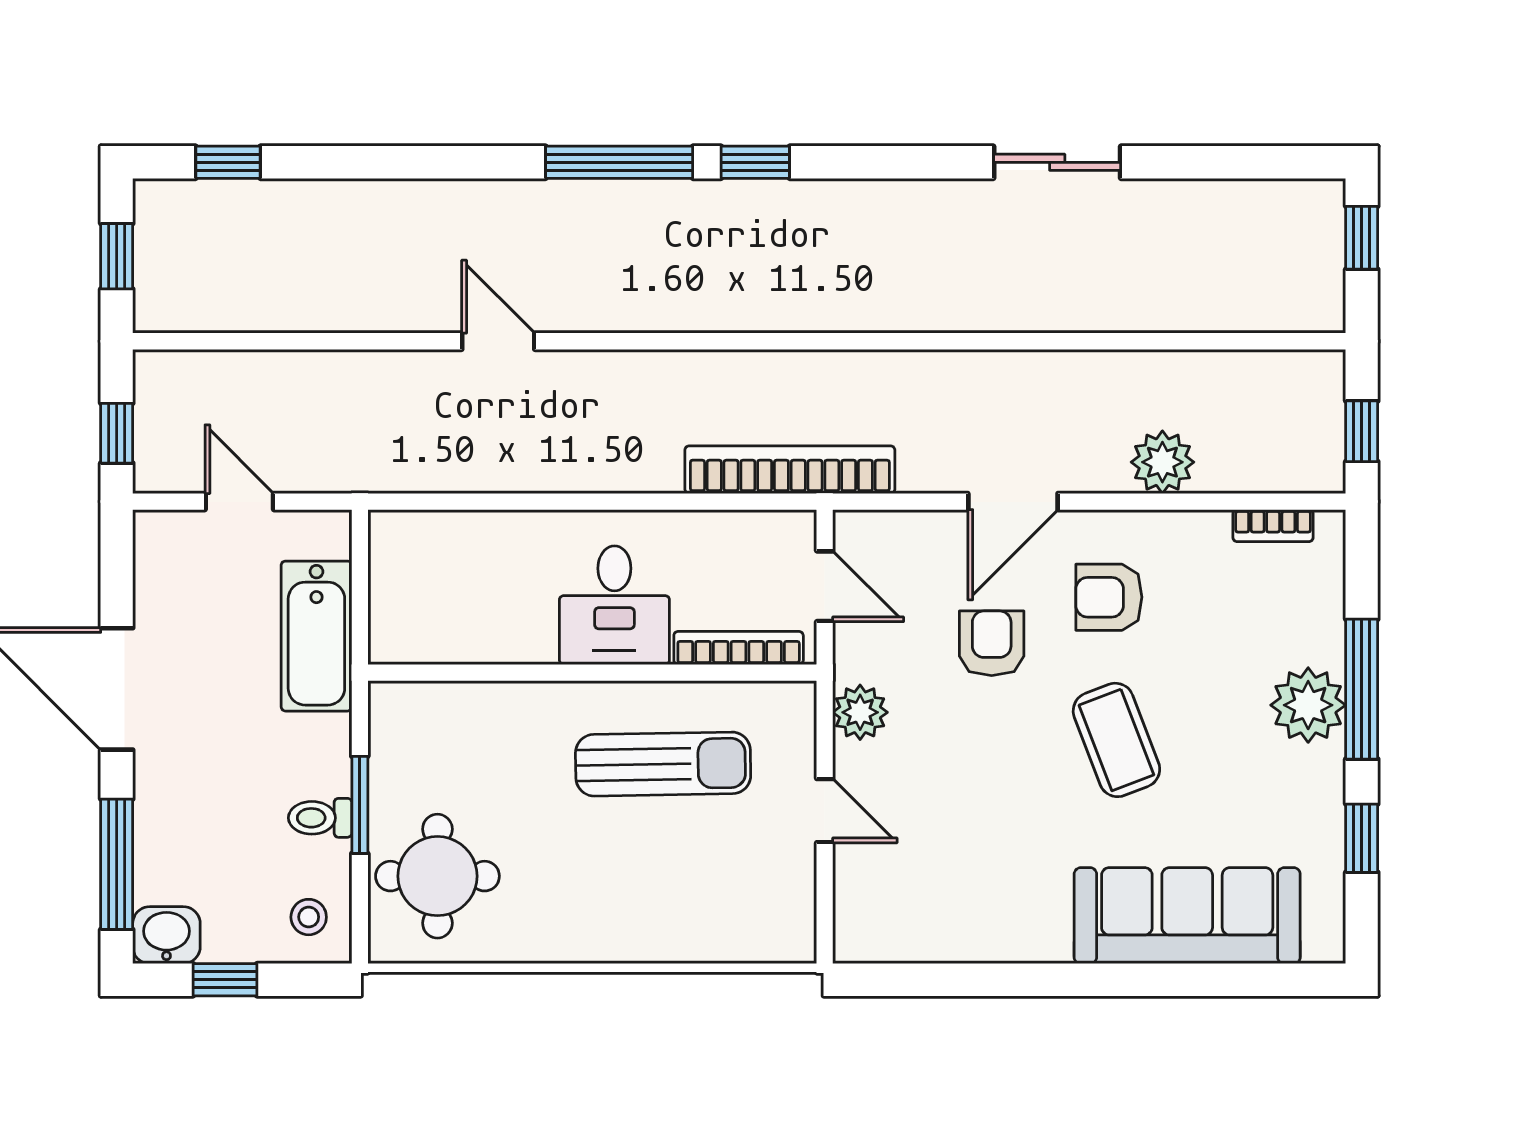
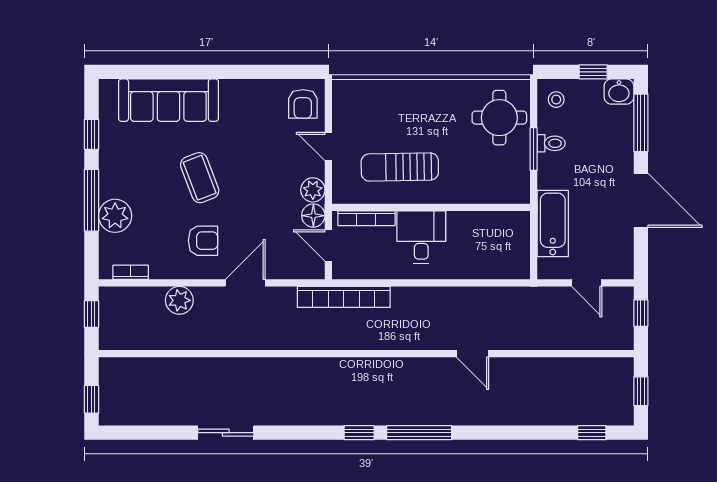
armchair: (992, 643) -> (303, 104), moved
floor lamp: (859, 654) -> (313, 216), added
plant: (1308, 705) -> (115, 216), moved

